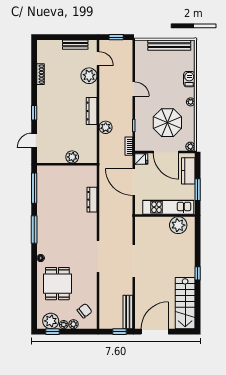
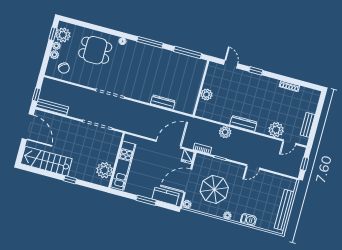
kitchen unit: (168, 207) -> (123, 166), moved
wall: (165, 215) -> (117, 160), moved
plant: (178, 225) -> (105, 170), moved

